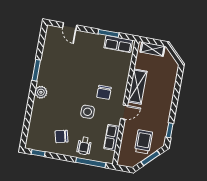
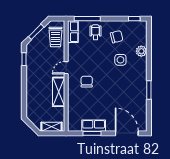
door: (70, 26) -> (127, 133), width x1.87
row of seats: (118, 44) -> (94, 126), moved
plant: (41, 92) -> (141, 51), moved
side table: (88, 112) -> (120, 60), moved
row of seats: (112, 137) -> (73, 32), moved
trolley: (144, 142) -> (55, 37), moved

